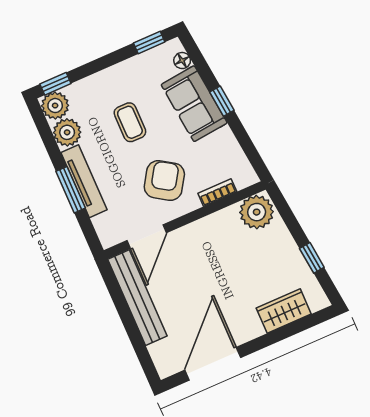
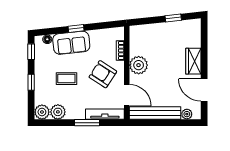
window: (55, 84) -> (31, 82), moved
tv unit: (84, 181) -> (105, 114), moved
plant: (257, 212) -> (139, 65), moved
wardrobe: (284, 311) -> (193, 61), moved
plant: (159, 352) -> (187, 114), added
door: (213, 364) -> (204, 90), width x0.73

